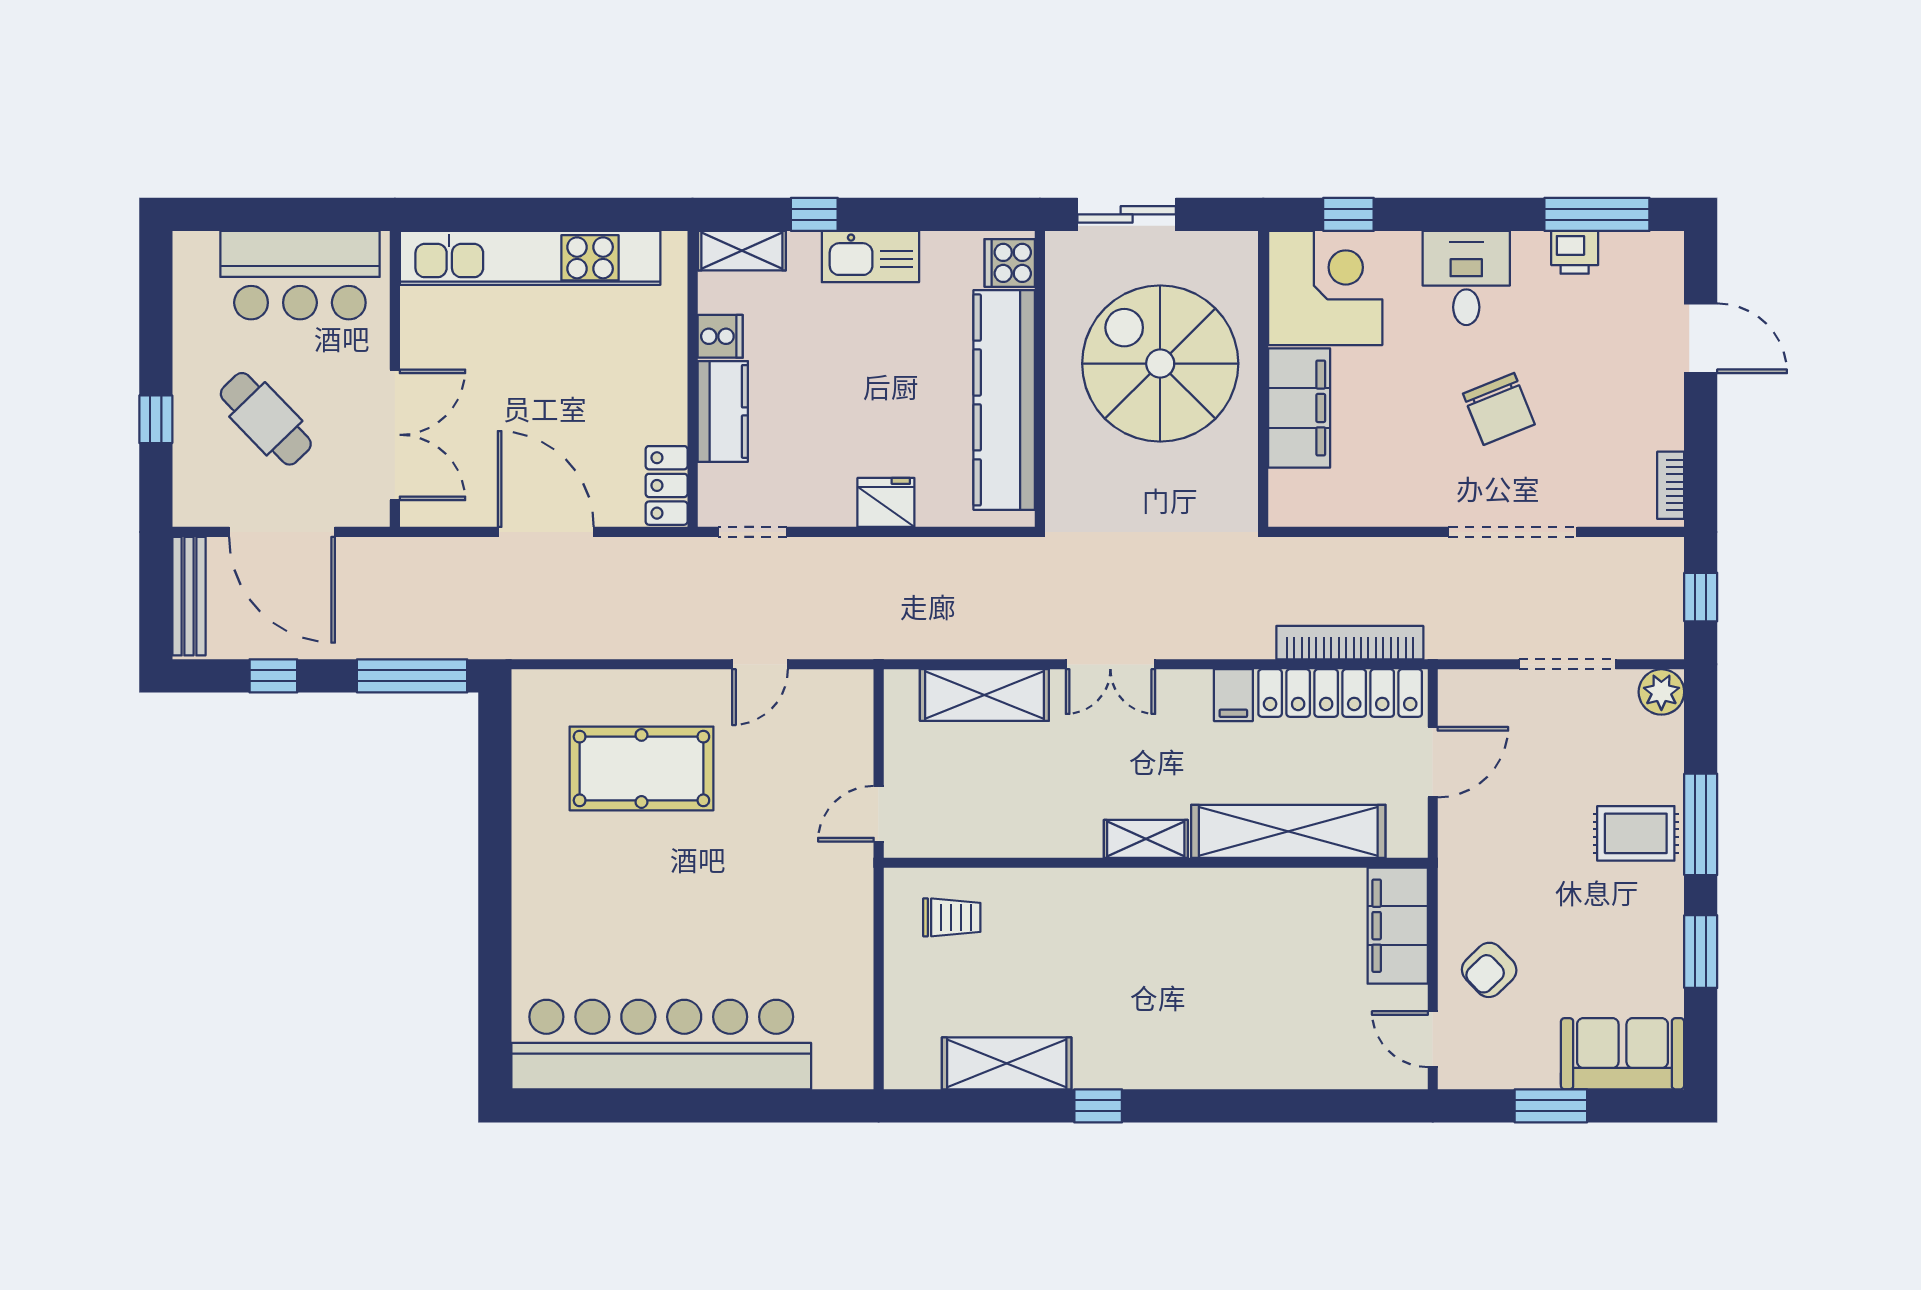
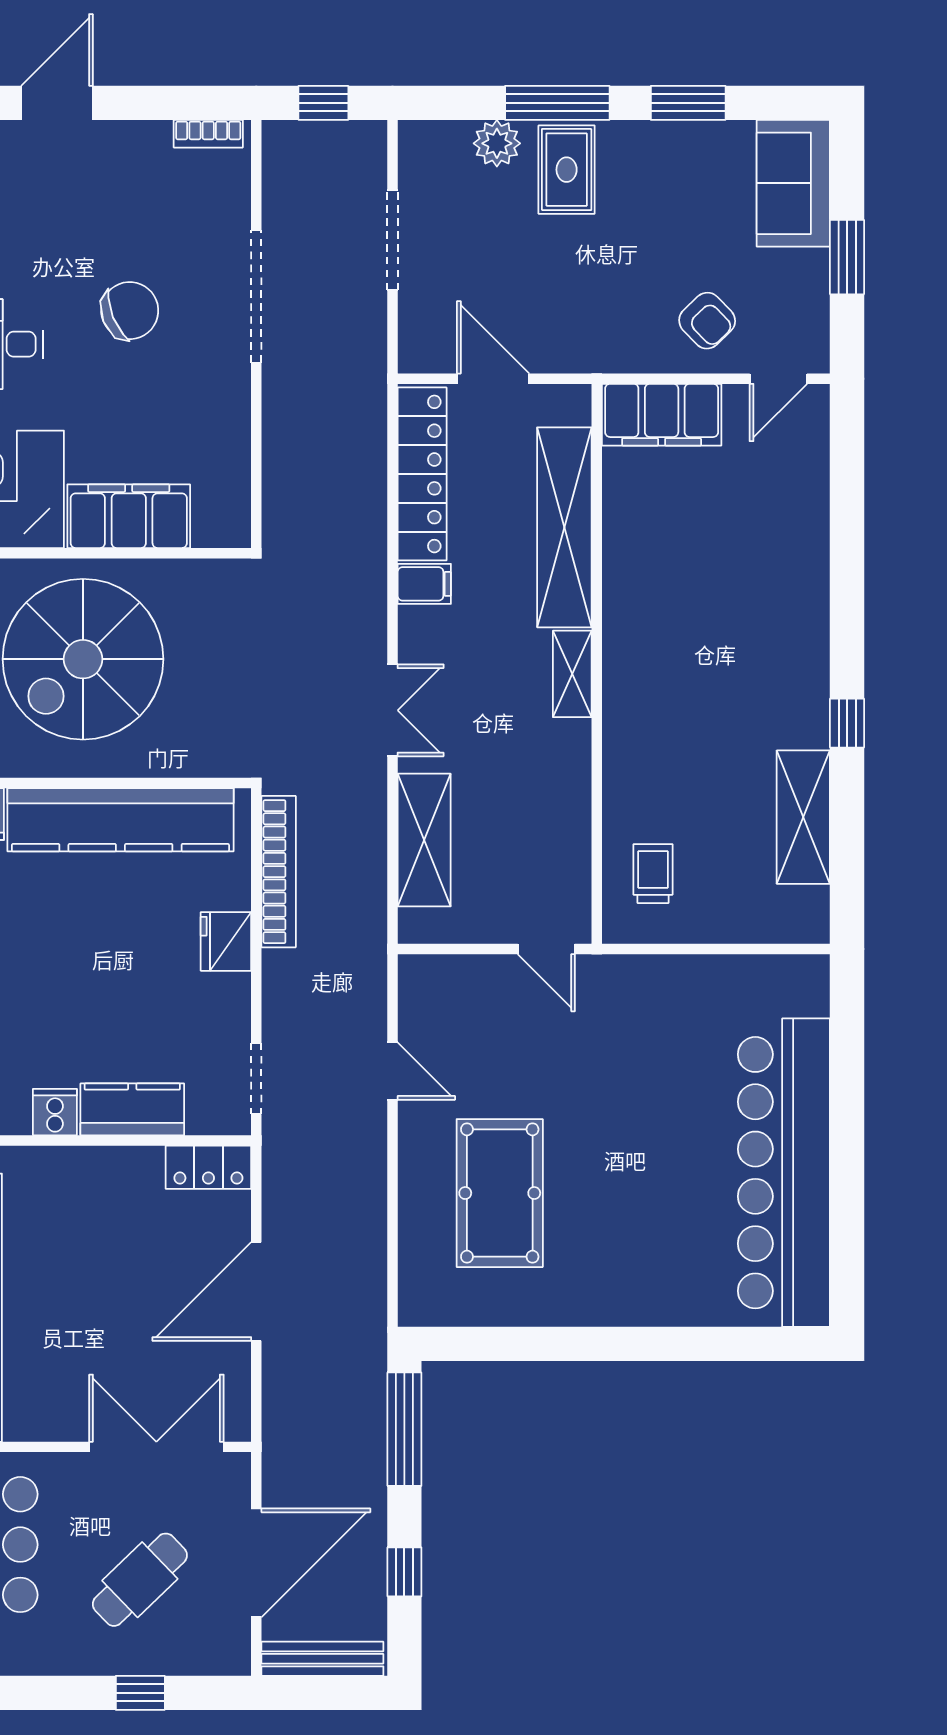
bookcase: (1350, 643) -> (279, 872), moved, turned 180
plant: (1661, 692) -> (497, 143), moved

